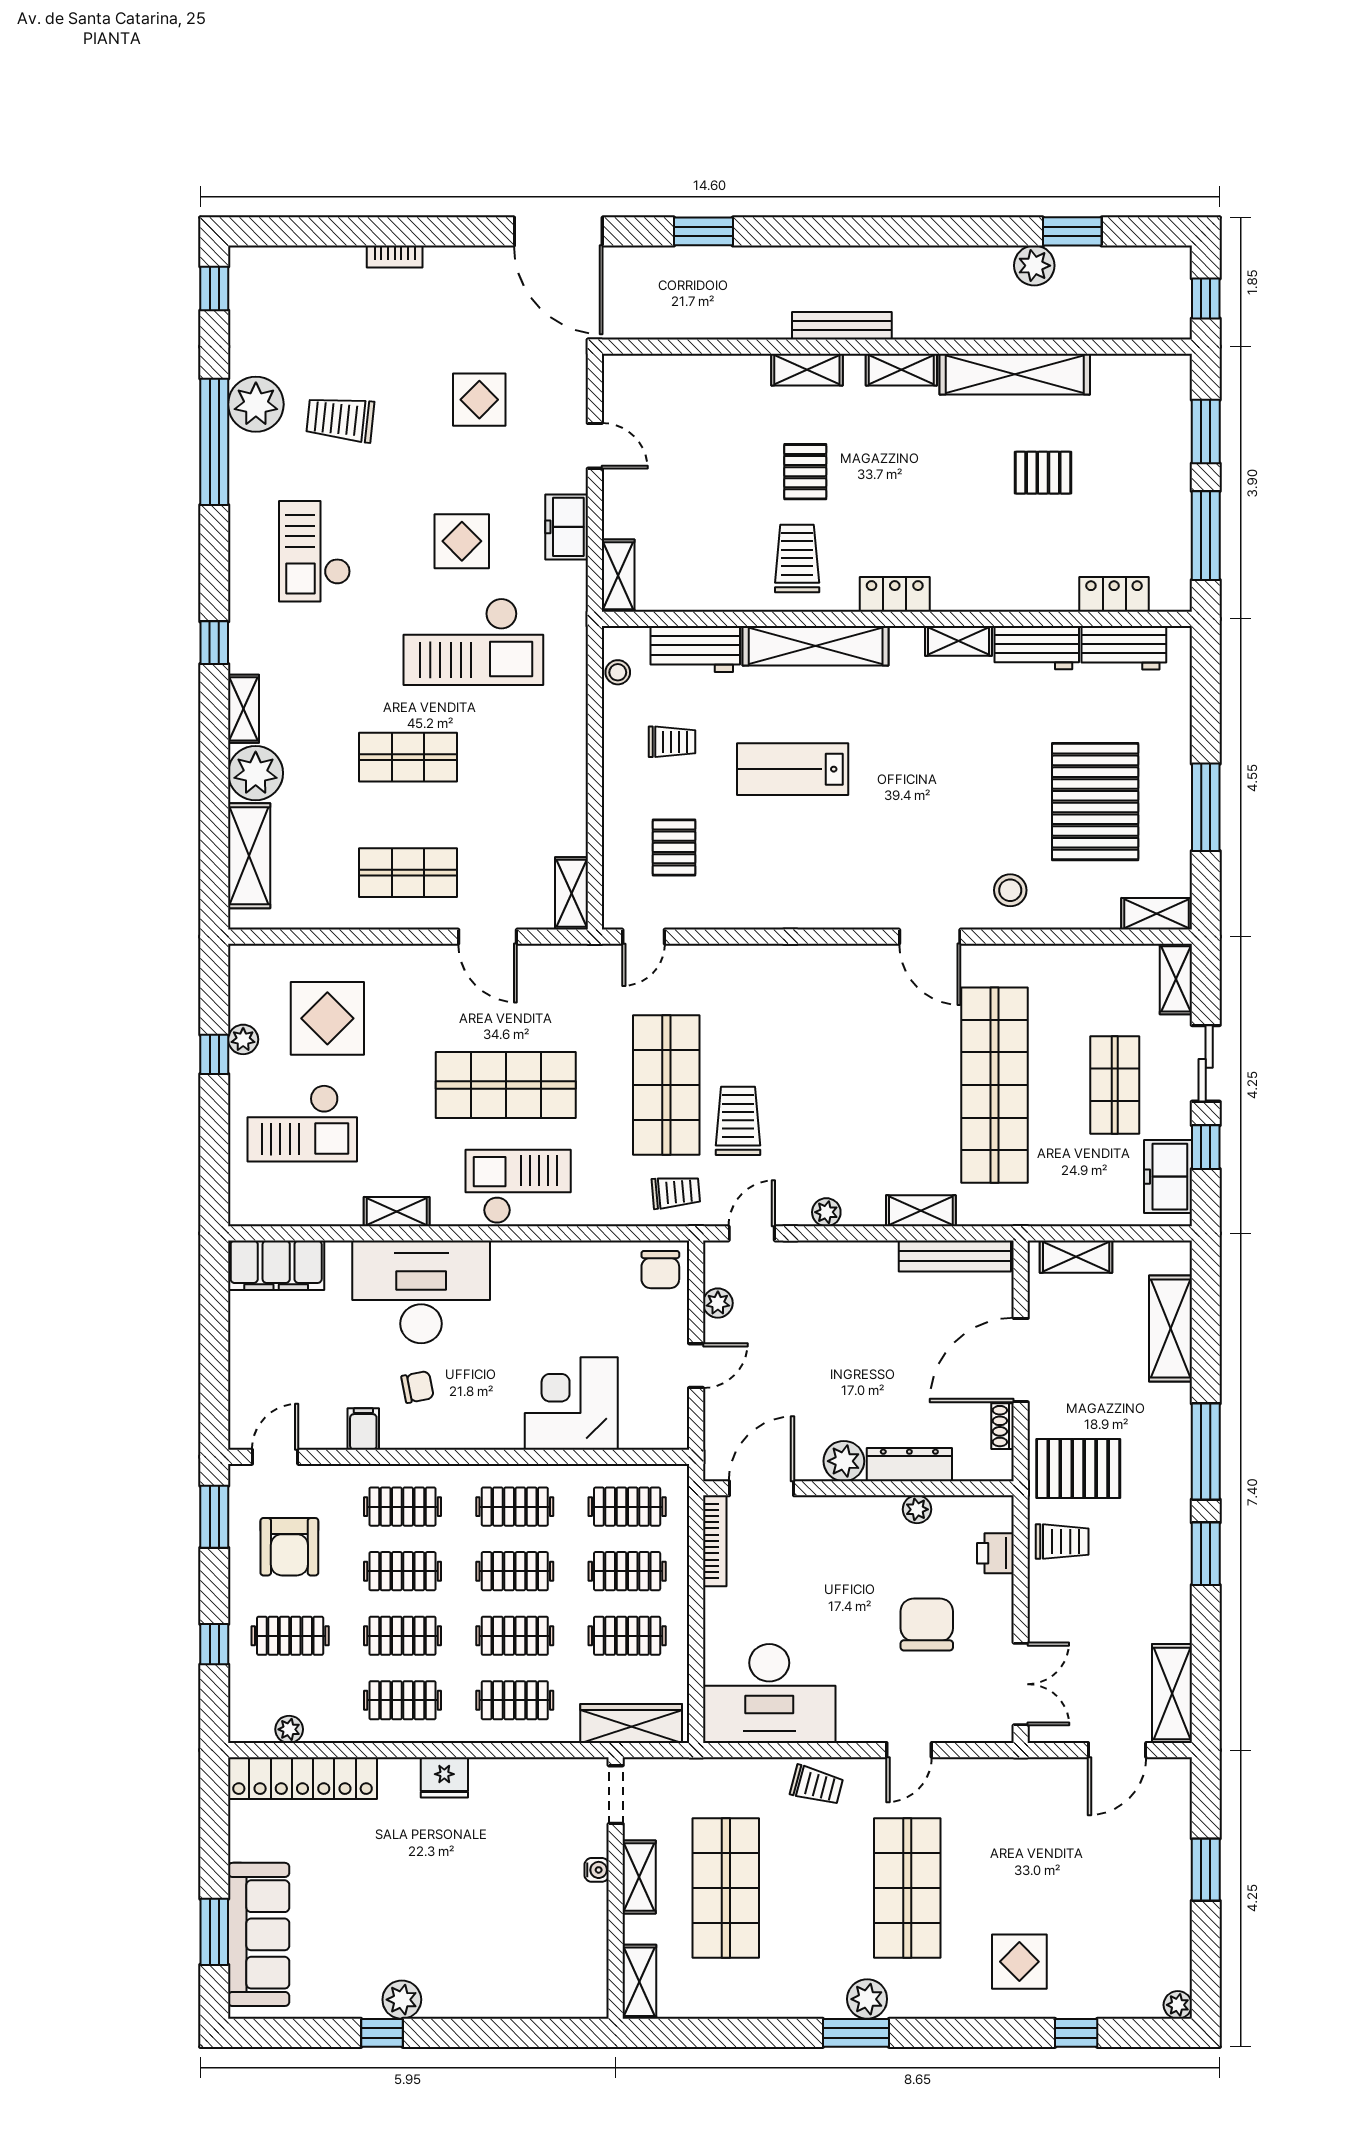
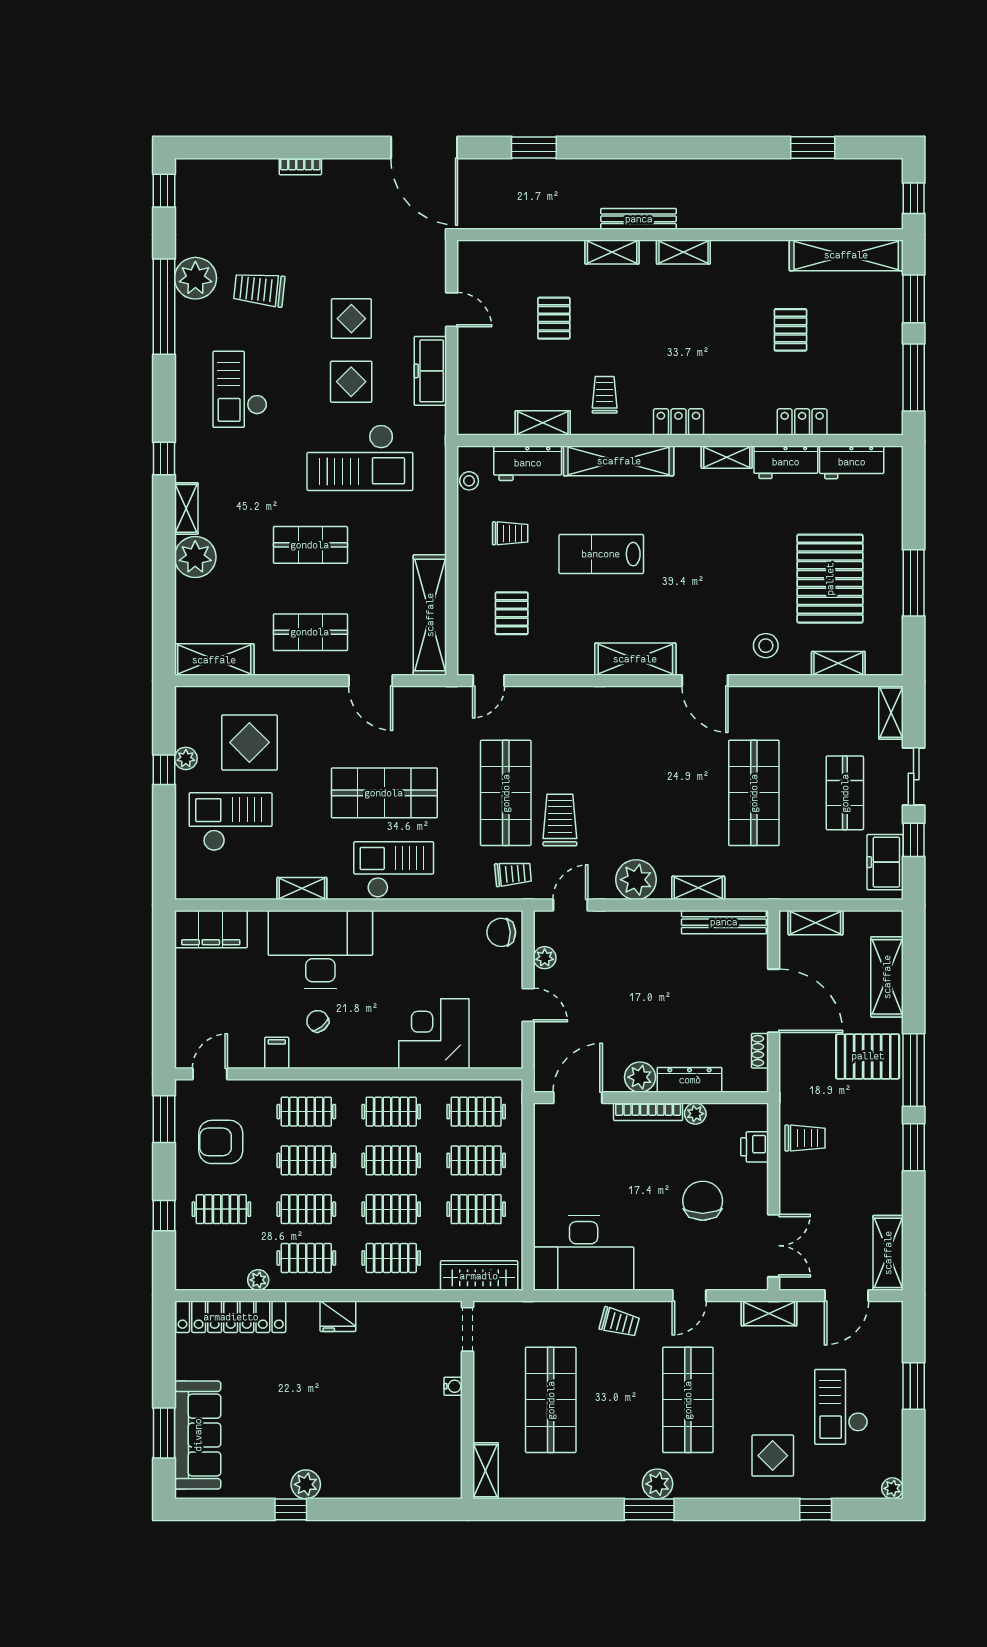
plant: (1034, 266) -> (784, 173), removed
shelving: (1015, 374) -> (846, 255), moved
display table: (479, 400) -> (351, 319), moved
pallet: (805, 472) -> (554, 318), moved
pallet: (1043, 473) -> (790, 330), turned 90
freezer: (567, 527) -> (430, 371), width x1.40
trolley: (797, 559) -> (605, 395), width x0.73, depth x0.72
shelving: (618, 576) -> (543, 423), moved, turned 90
locker: (1114, 594) -> (802, 422), moved
shelving: (249, 856) -> (214, 660), moved, turned 90
shelving: (571, 893) -> (430, 615), width x2.20, depth x1.33
shelving: (838, 908) -> (635, 659), added
shelving: (1157, 914) -> (838, 663), moved
shop shelf: (995, 1085) -> (754, 793), width x0.71
checkout: (302, 1123) -> (231, 822), turned 180
plant: (826, 1212) -> (636, 880), width x1.88, depth x1.88
chair: (660, 1270) -> (501, 932), turned 88
door: (1021, 1360) -> (774, 1001), swing flipped
door: (696, 1366) -> (528, 1005), hinge flipped
chair: (418, 1387) -> (318, 1021), turned -118
pallet: (1078, 1469) -> (868, 1056), moved
bookcase: (715, 1541) -> (648, 1112), moved, turned 90
armchair: (289, 1547) -> (221, 1142), turned 90
plant: (289, 1729) -> (258, 1280), moved
shelving: (639, 1877) -> (769, 1313), moved, turned 90
checkout: (1110, 1897) -> (841, 1407), added

